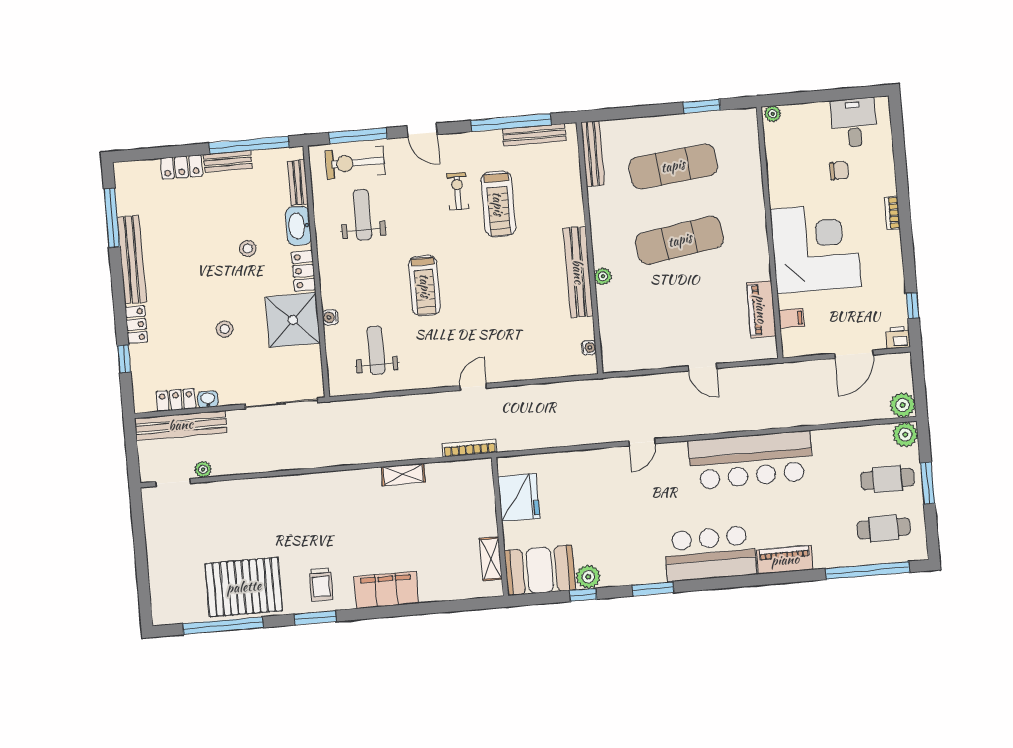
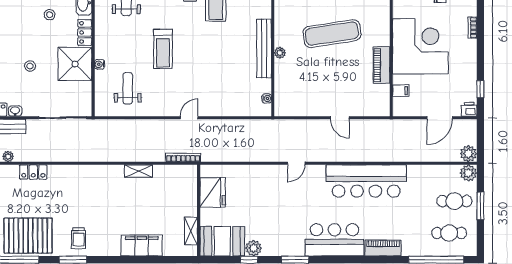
piano: (761, 309) -> (382, 65), moved
locker: (243, 490) -> (33, 172), added
filing cabinet: (386, 590) -> (142, 245), moved

